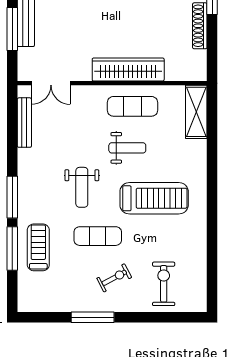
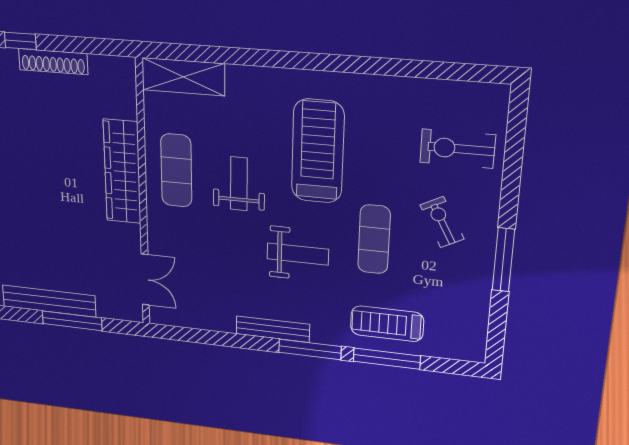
bench: (24, 123) -> (273, 329), moved

